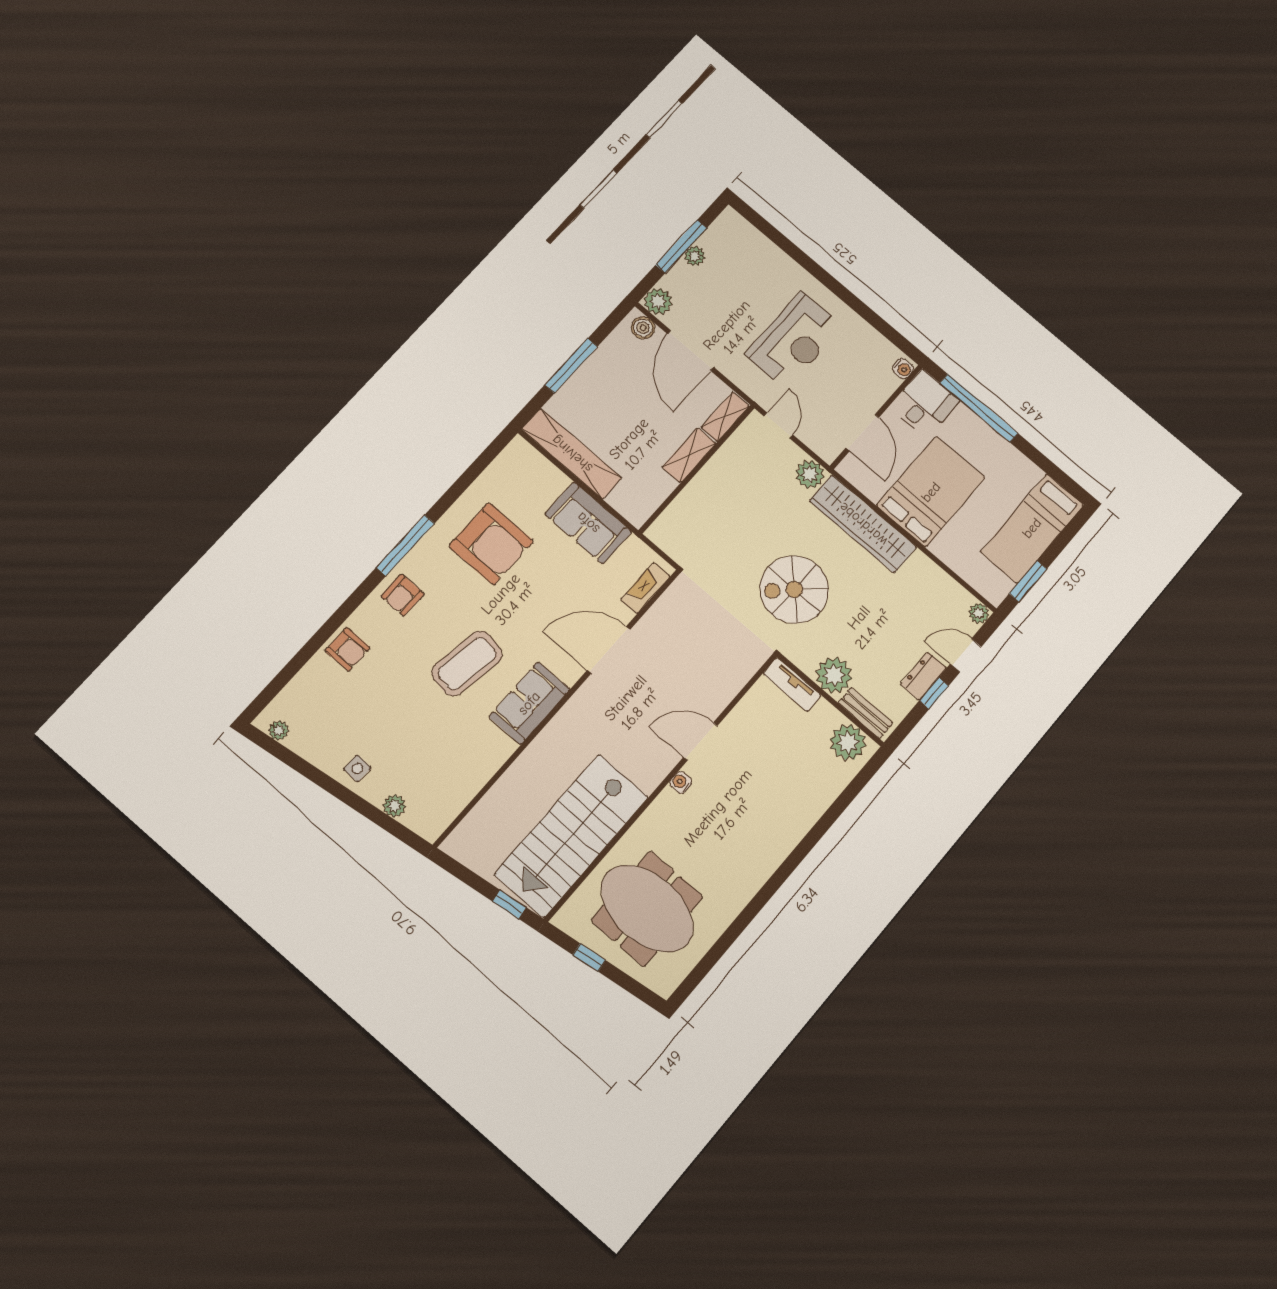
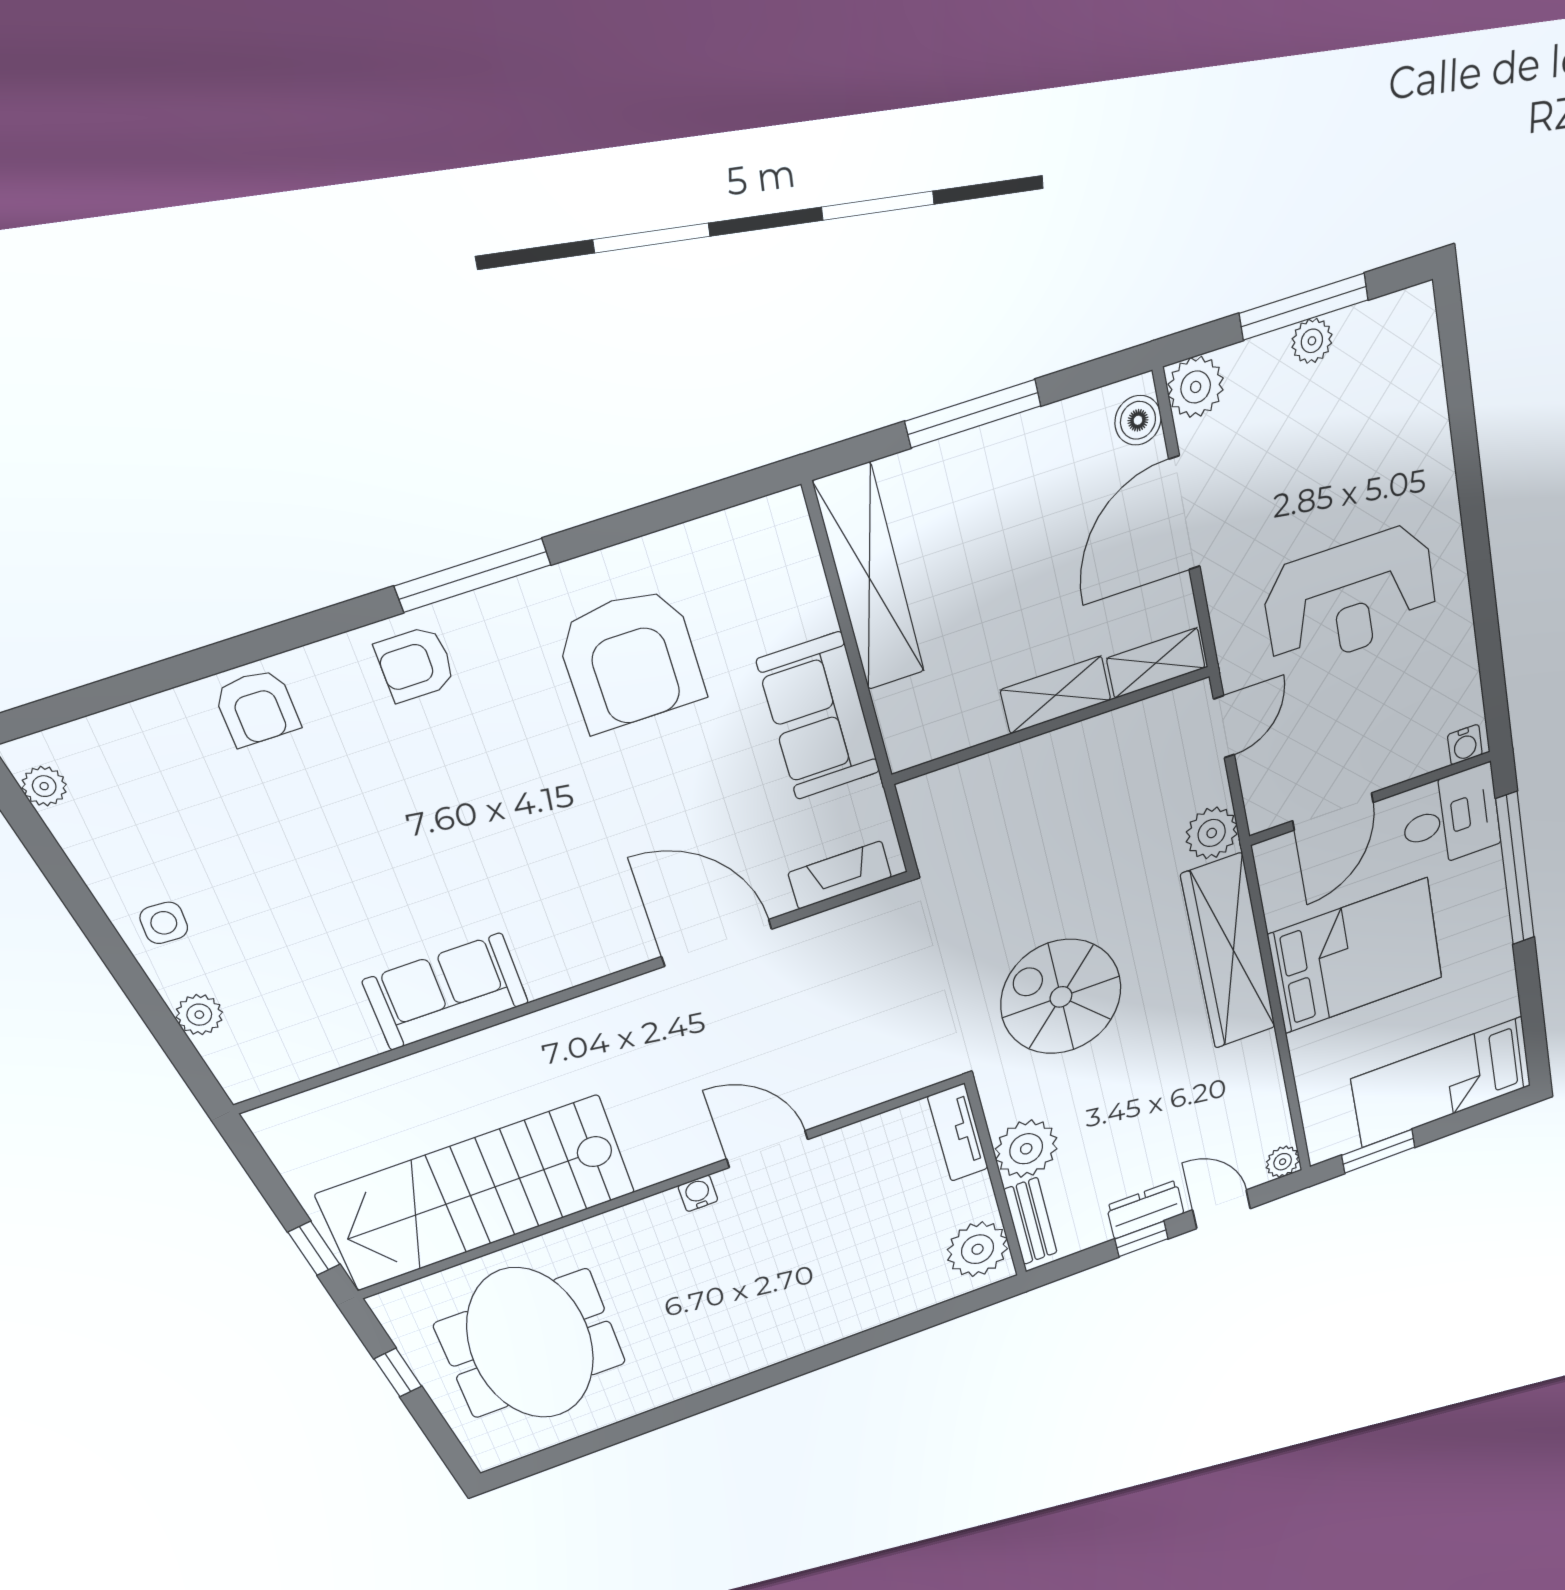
coffee table: (467, 664) -> (464, 844), removed
sofa: (529, 703) -> (446, 992), moved

